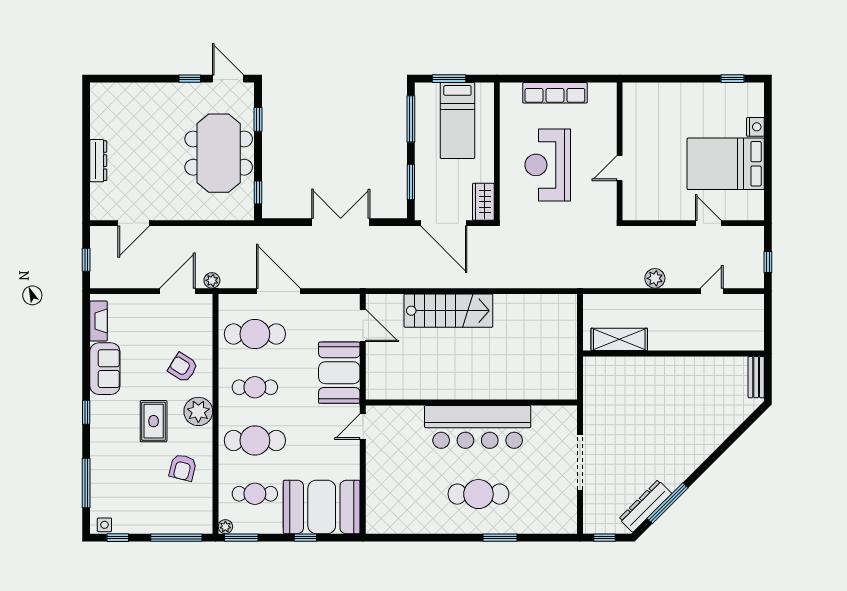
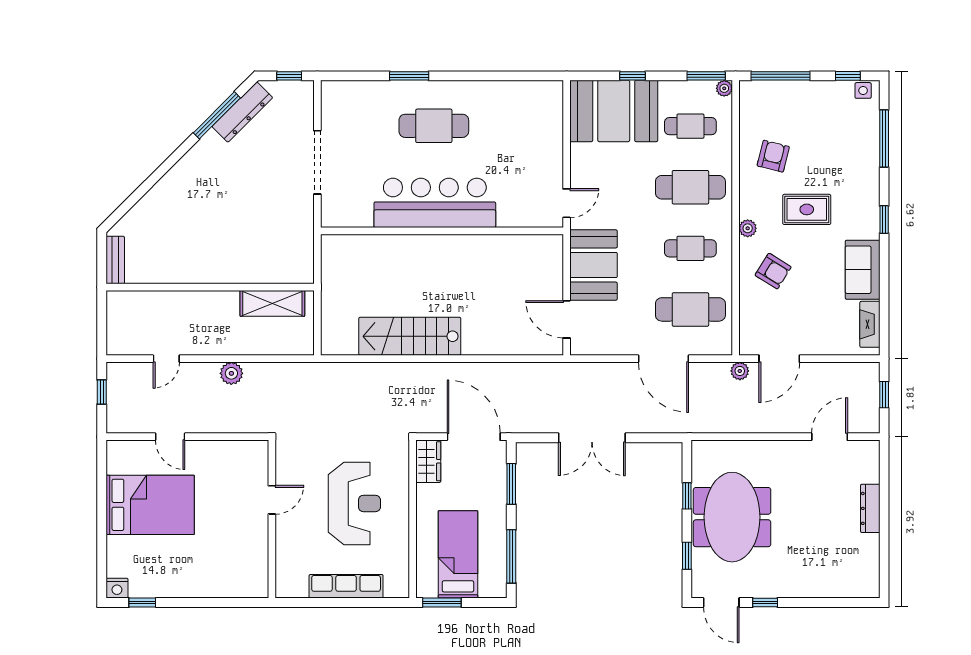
window: (449, 79) -> (442, 602), moved
nightstand: (755, 127) -> (117, 588), moved, turned -90
window: (258, 193) -> (687, 496), moved
stairs: (448, 311) -> (410, 336), moved
plant: (198, 411) -> (748, 228), width x0.53, depth x0.53
rug: (154, 421) -> (807, 209), turned 90

